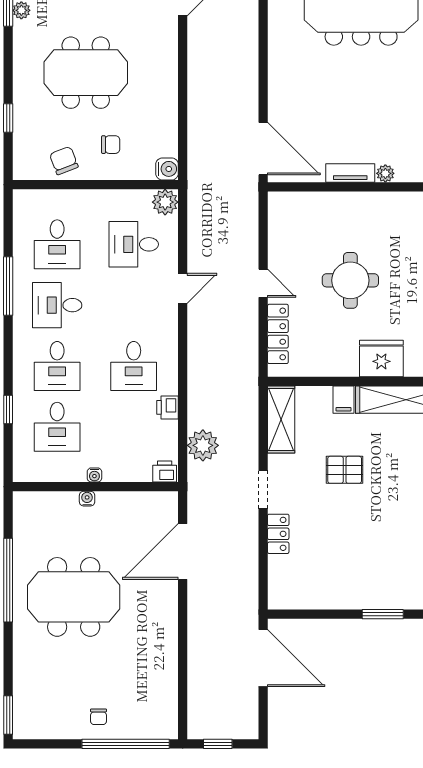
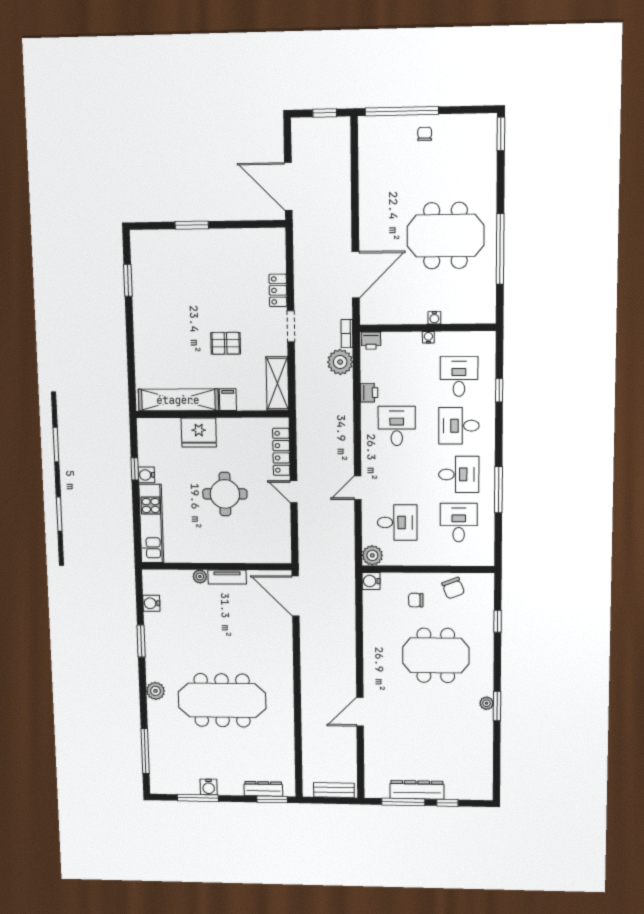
desk: (57, 366) -> (459, 426), turned -90
bookcase: (194, 480) -> (347, 334), added

